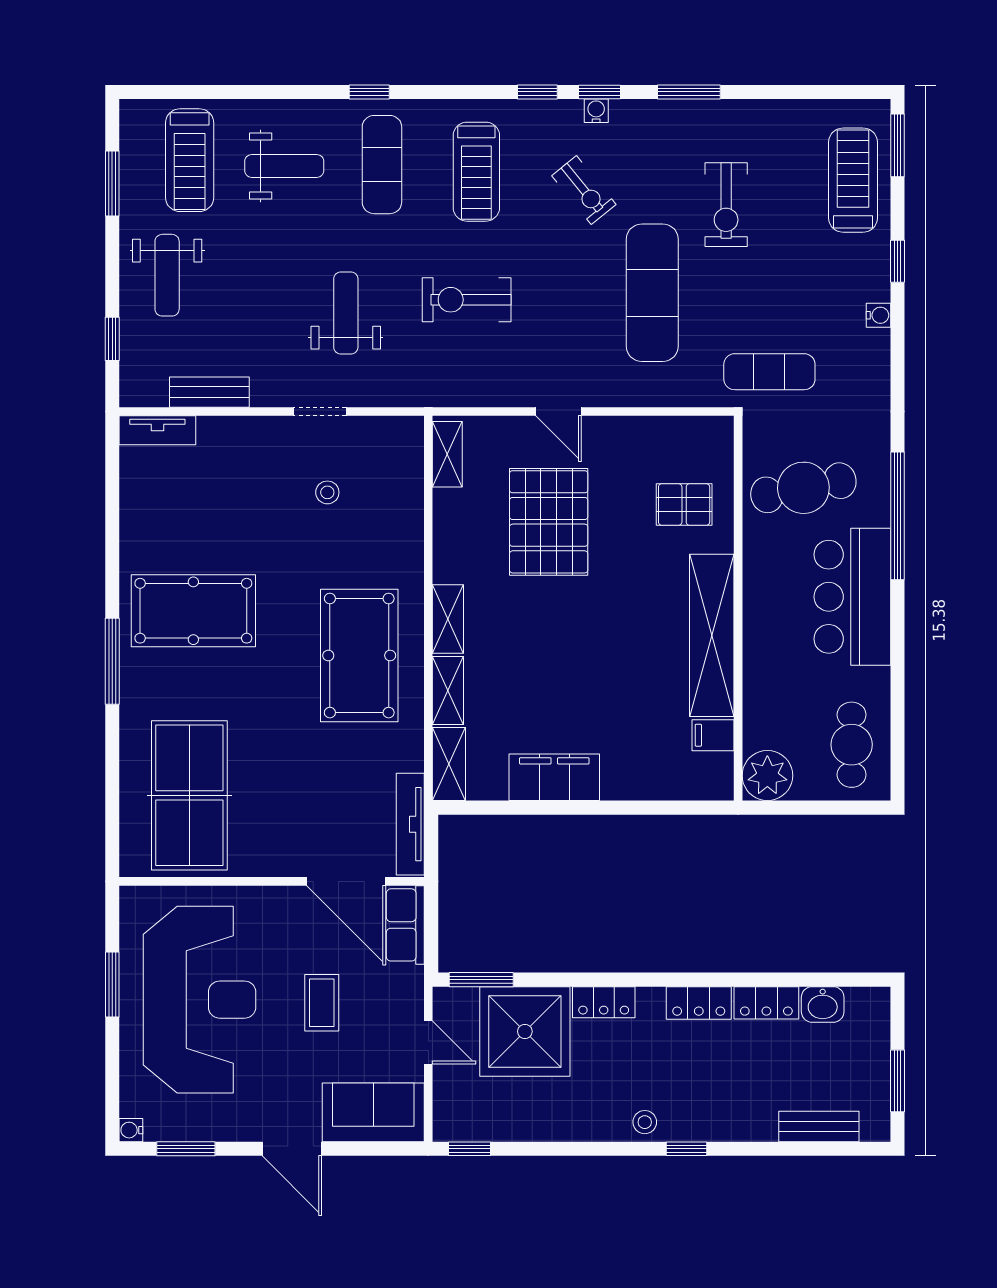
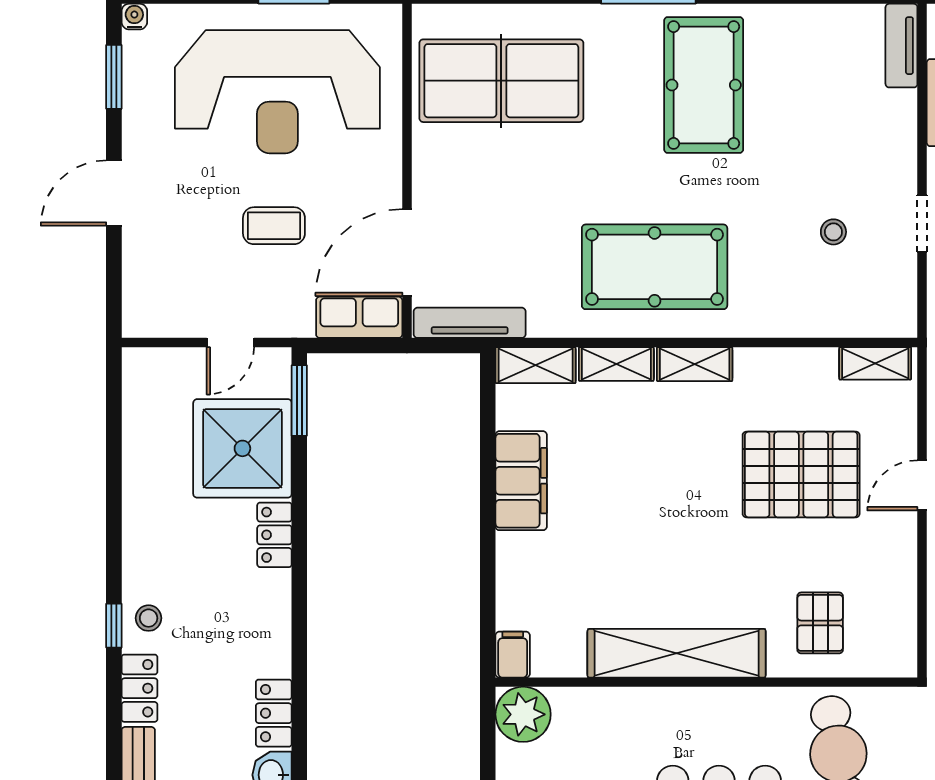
filing cabinet: (713, 735) -> (513, 655), moved
locker: (699, 1003) -> (139, 688), moved, turned 180
sofa: (373, 1112) -> (154, 282), removed
stool: (645, 1122) -> (149, 618), moved
window: (470, 1149) -> (114, 388), removed

